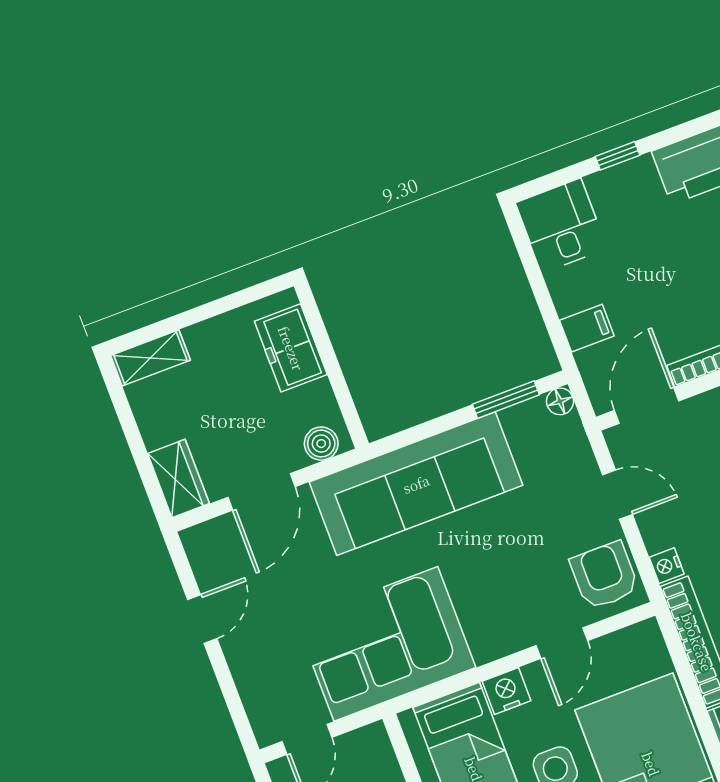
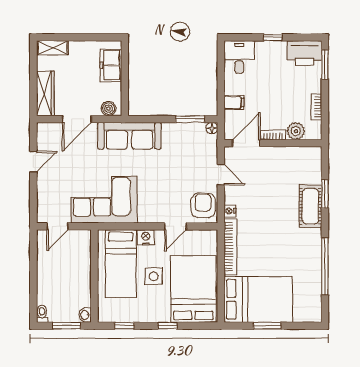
wardrobe: (178, 479) -> (45, 93), width x1.50
sofa: (416, 484) -> (129, 136), width x0.74, depth x0.79

